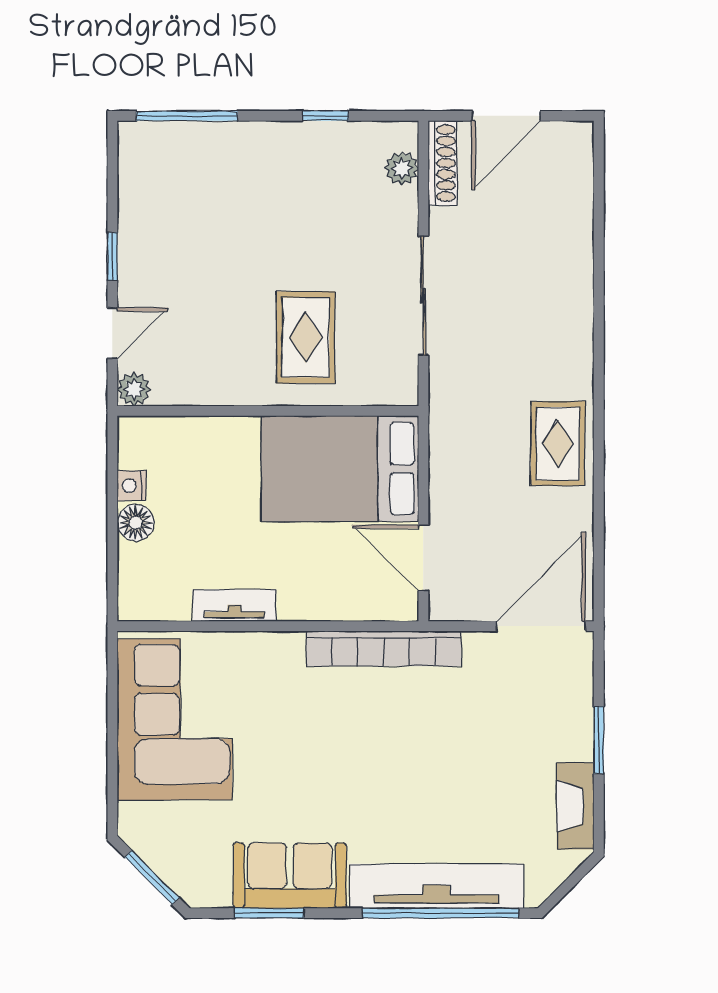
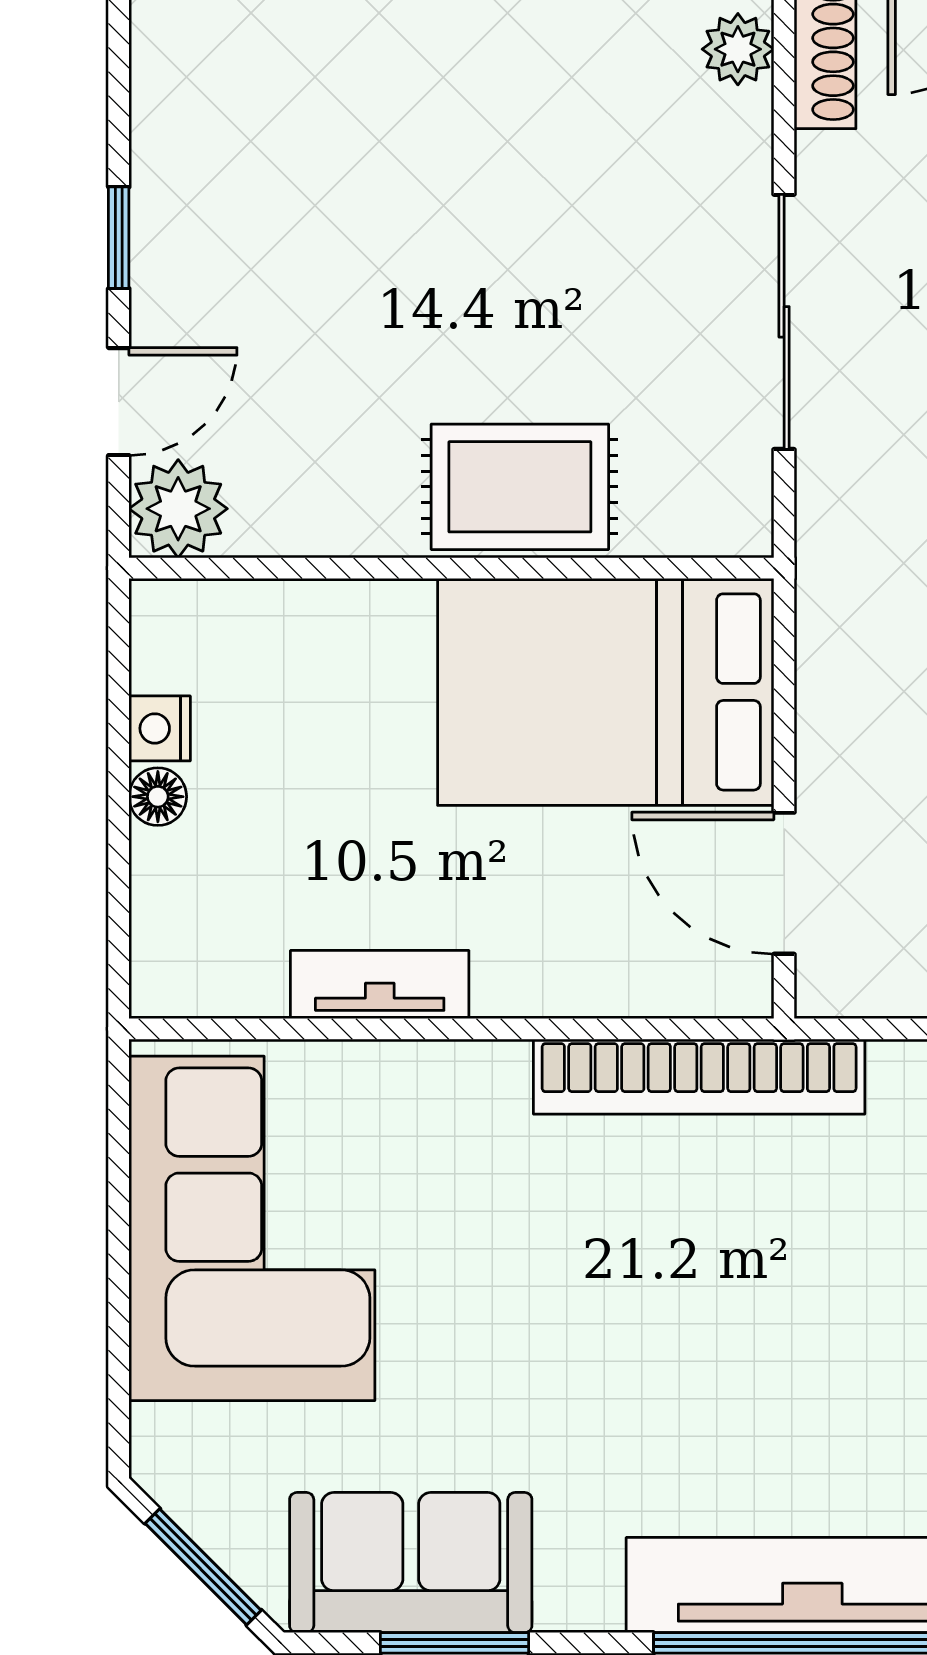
rug: (306, 337) -> (520, 487), moved, turned 90
plant: (134, 389) -> (178, 509), width x1.38, depth x1.38
floor lamp: (136, 523) -> (158, 797), width x0.73, depth x0.73
sofa: (290, 876) -> (411, 1563), moved

